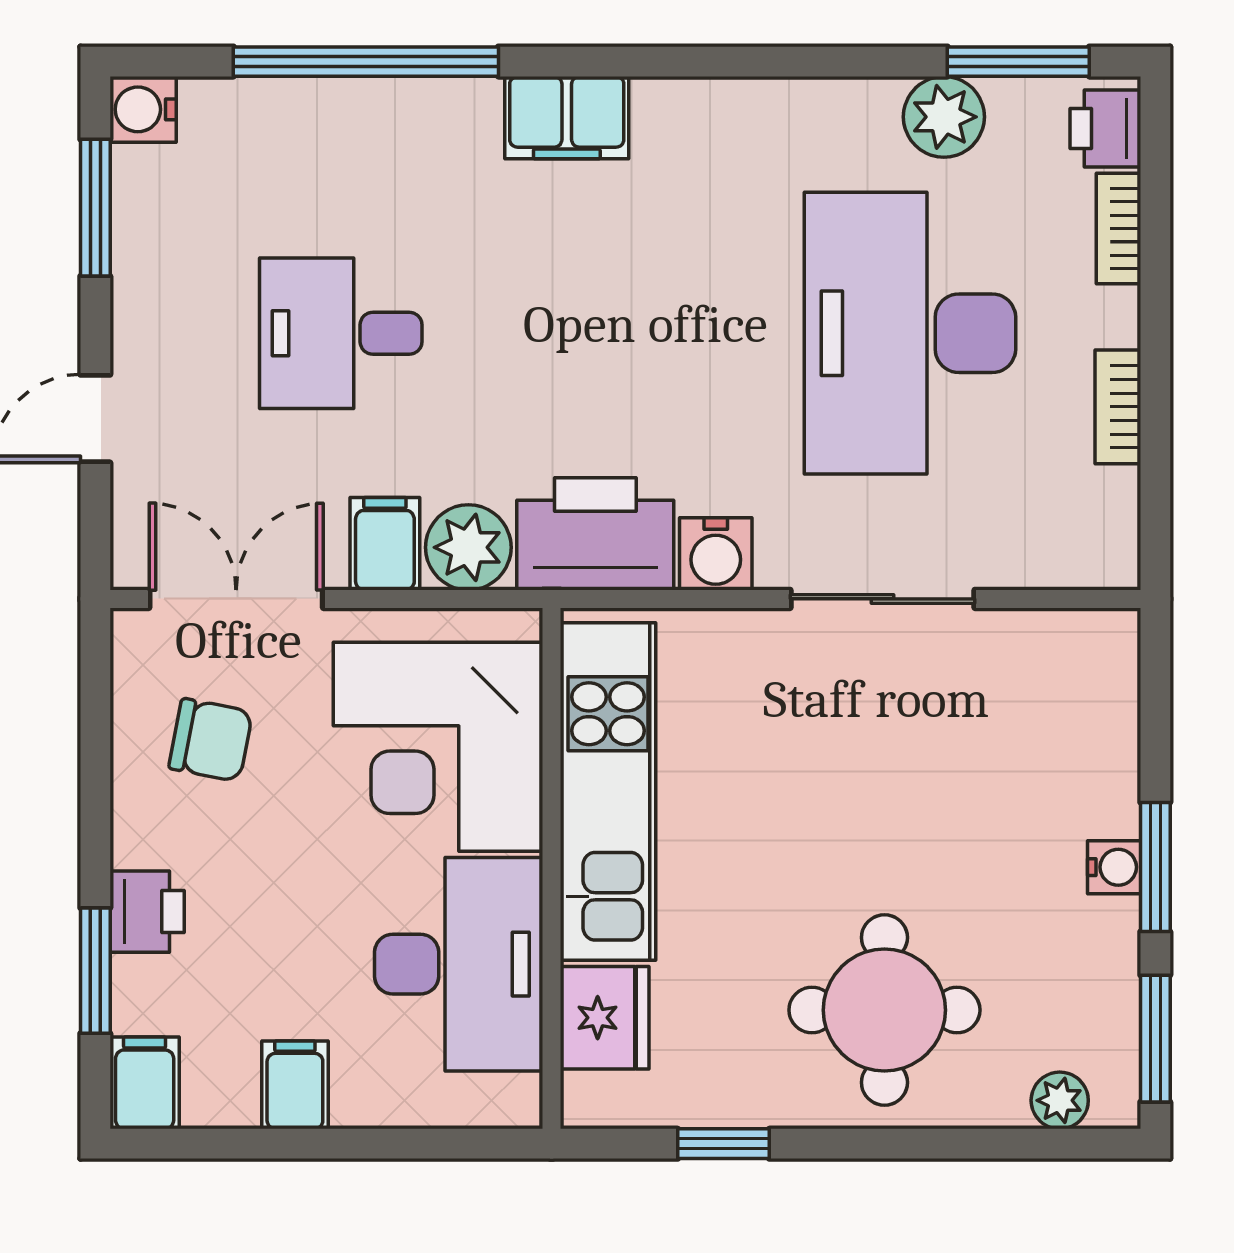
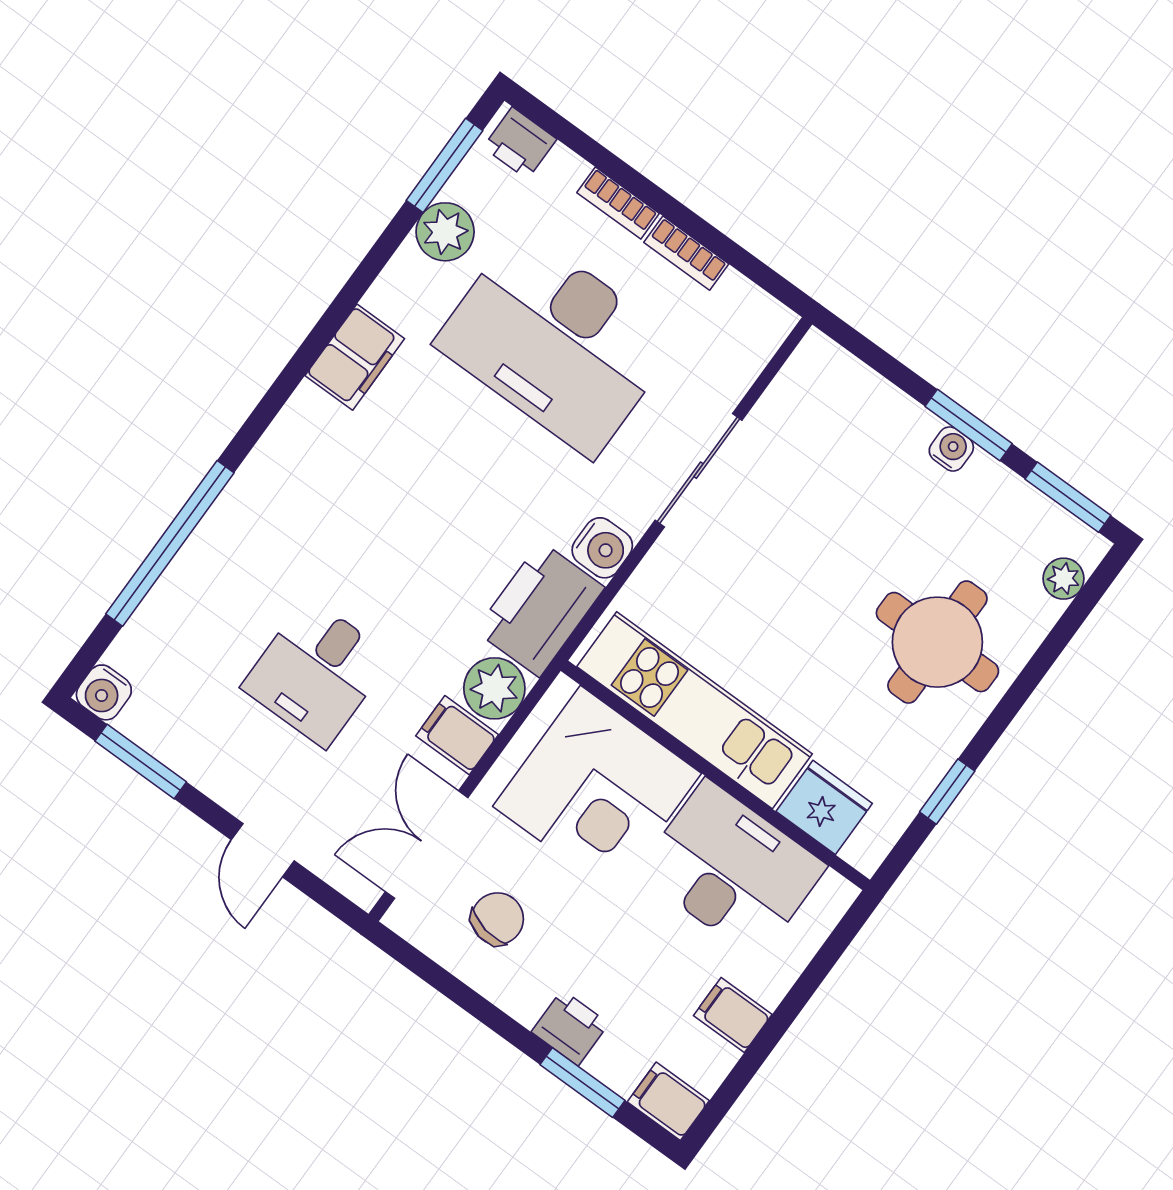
filing cabinet: (567, 118) -> (355, 357), moved
bookcase: (1118, 228) -> (618, 203), moved

